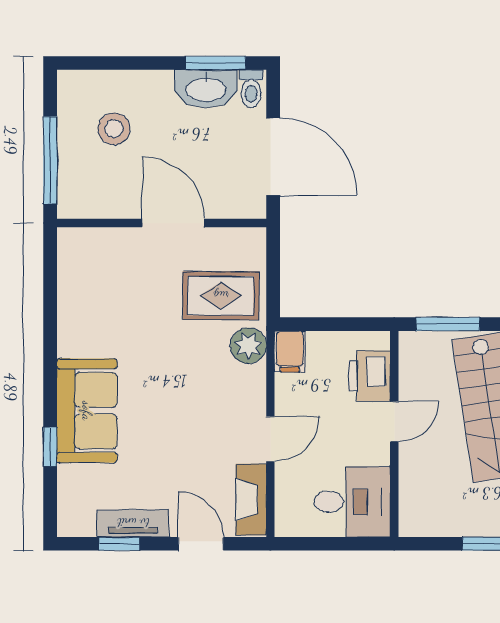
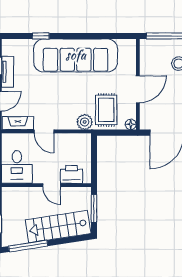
floor lamp: (254, 239) -> (131, 124), added
filing cabinet: (290, 351) -> (82, 140), removed
sofa: (87, 411) -> (76, 55), width x1.85, depth x1.27

